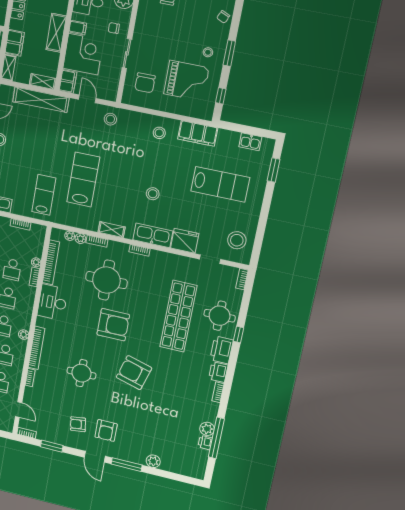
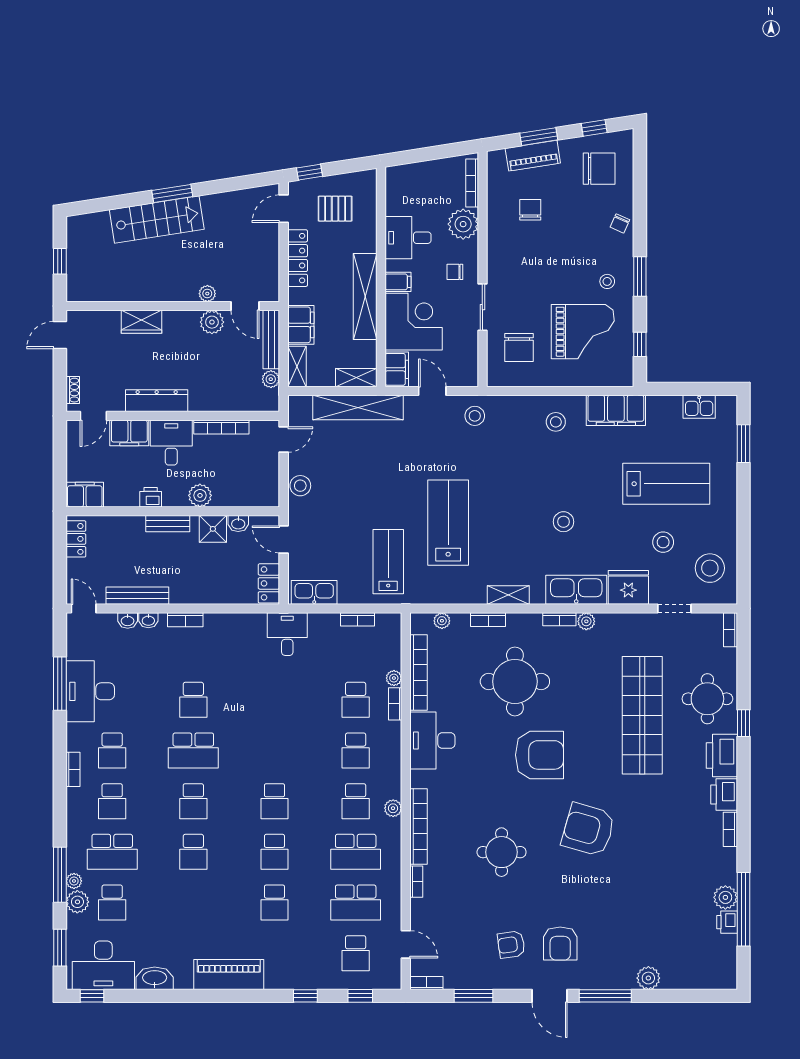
shelving: (56, 33) -> (365, 297), width x1.47
stool: (211, 219) -> (663, 542), added
plant: (80, 239) -> (586, 621), moved

